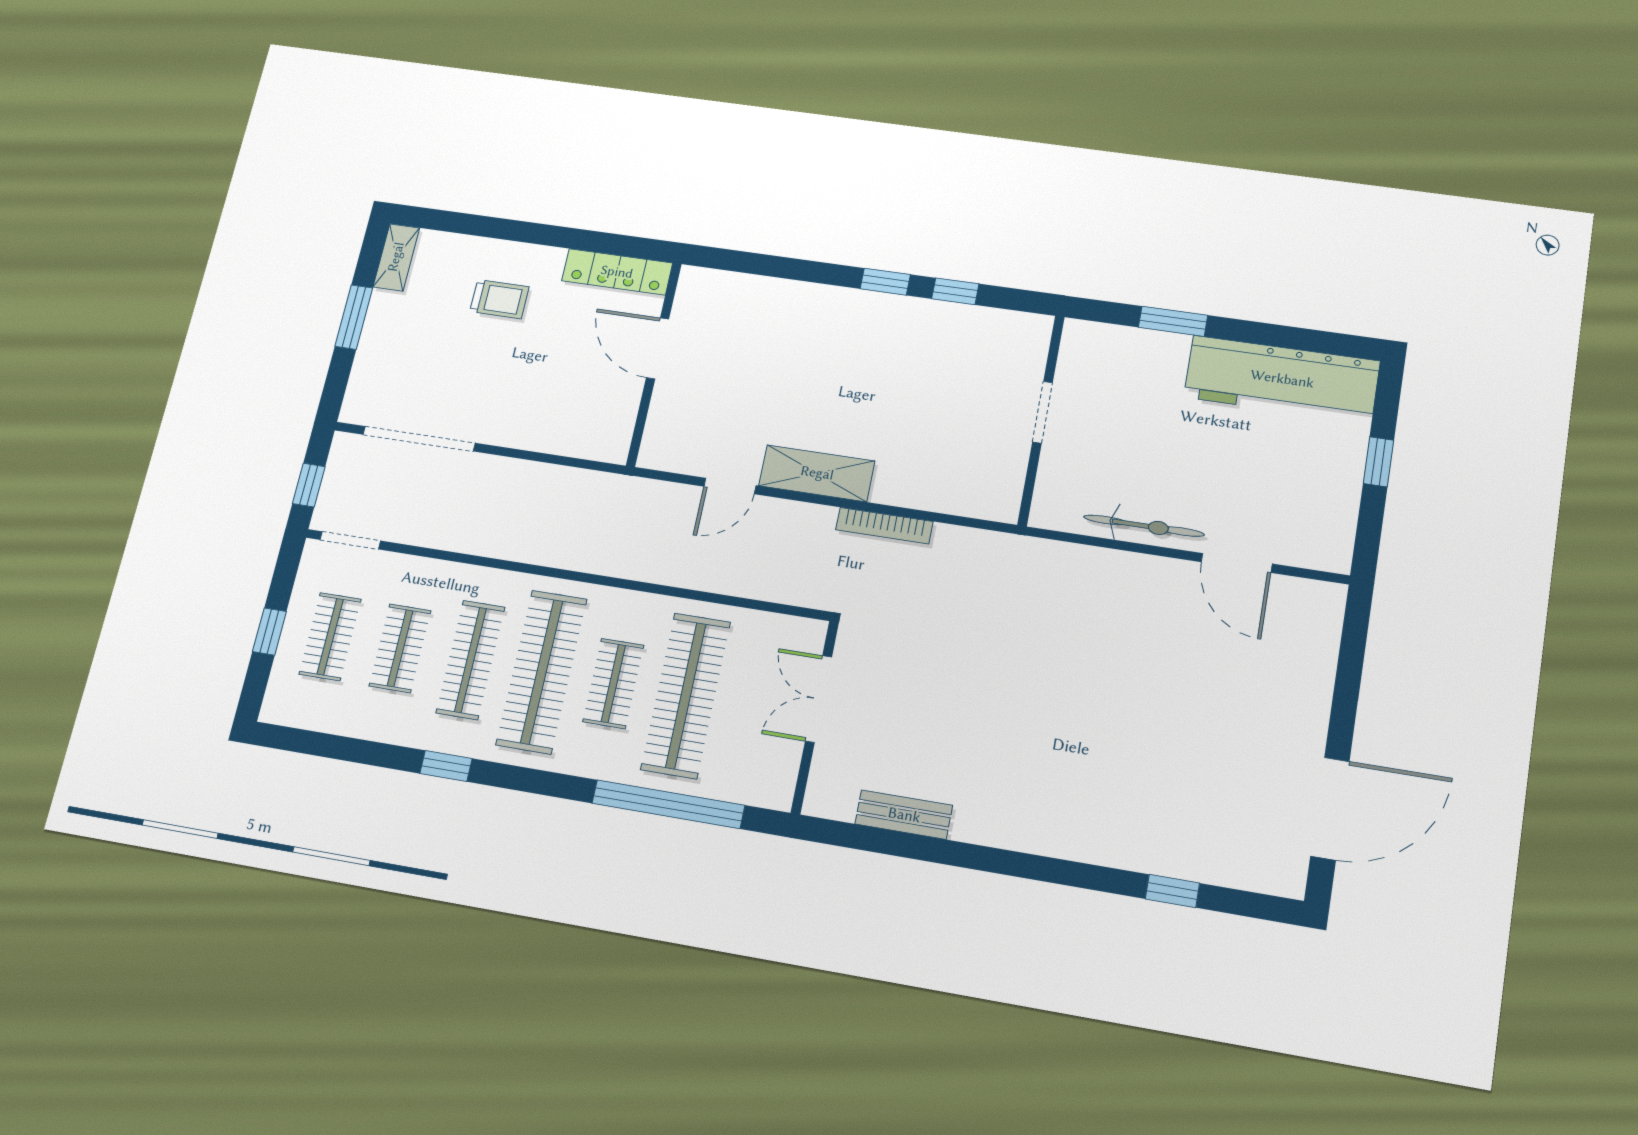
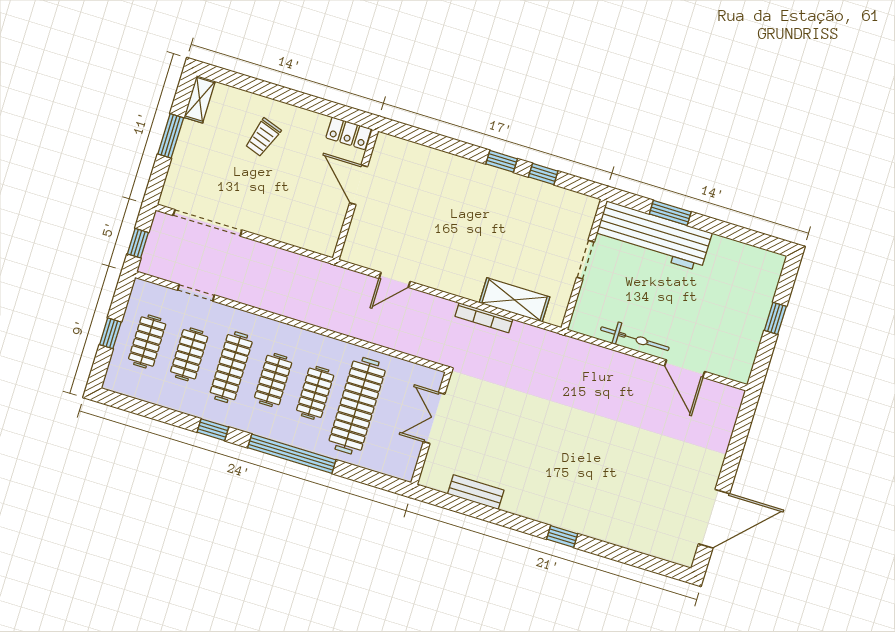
locker: (617, 272) -> (349, 133), width x0.66
trolley: (499, 299) -> (263, 137), turned 109
workbench: (1282, 379) -> (654, 236), moved
shelving: (817, 473) -> (515, 300), moved
doorway: (350, 540) -> (196, 293), moved
clothes rail: (542, 672) -> (273, 380), width x0.54, depth x0.76
window: (668, 804) -> (292, 454), moved
window: (1172, 891) -> (562, 536), moved

